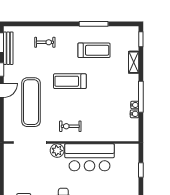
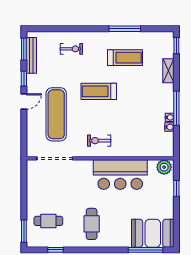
plant: (57, 151) -> (164, 167), moved

